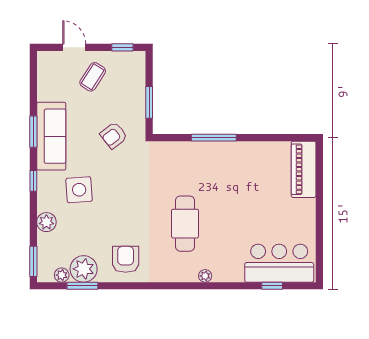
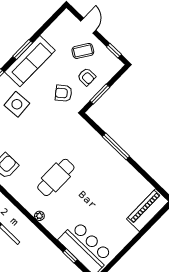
armchair: (120, 98) -> (87, 77), added

